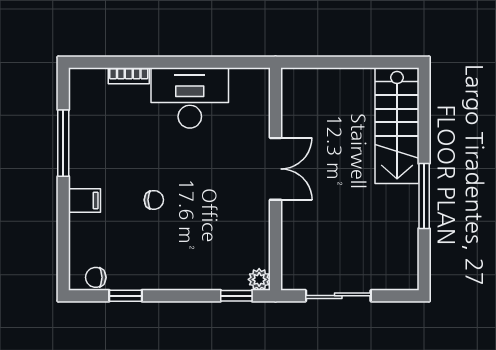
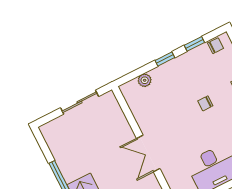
plant: (259, 279) -> (145, 80), moved
window: (236, 296) -> (165, 59), moved

